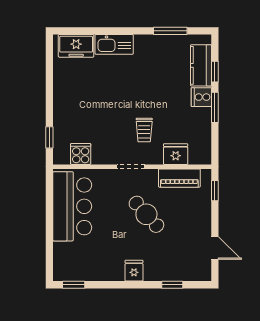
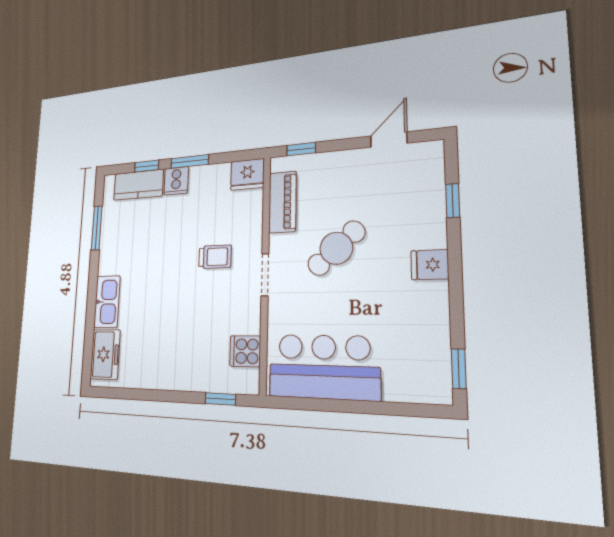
fridge: (176, 154) -> (247, 174), moved, turned -90

